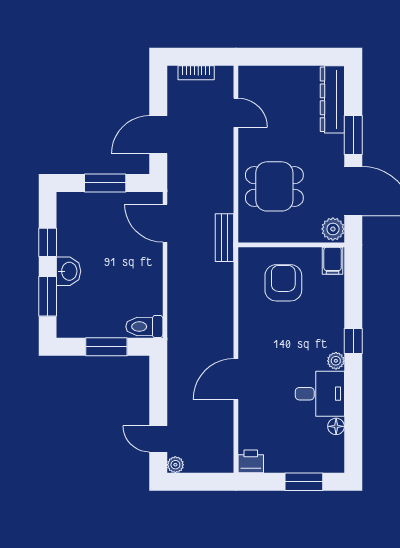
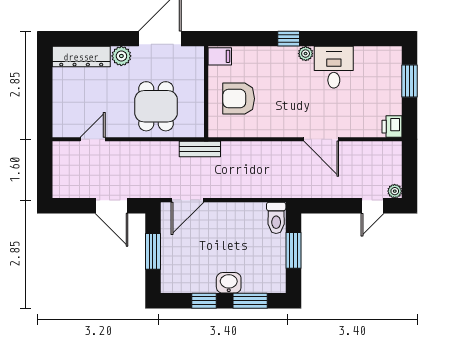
bookcase: (196, 73) -> (58, 173), removed
window: (353, 135) -> (112, 39), removed
plant: (333, 229) -> (121, 56), moved
floor lamp: (336, 426) -> (362, 53), removed

